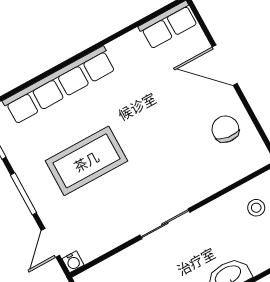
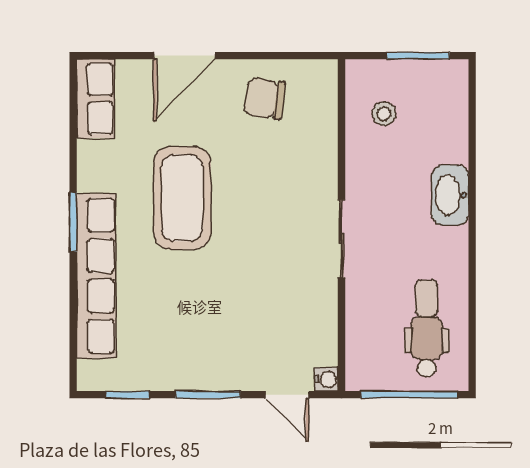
window: (85, 53) -> (73, 222), added
coffee table: (86, 161) -> (182, 198), moved

